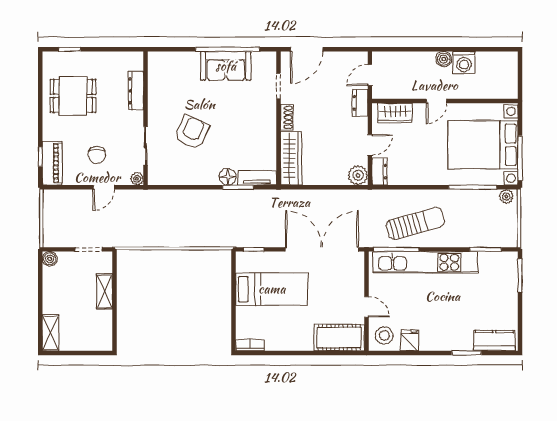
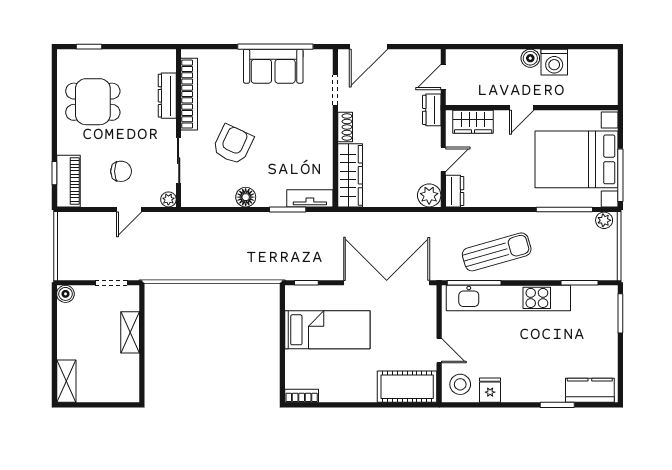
bookcase: (155, 89) -> (189, 94), added
chair: (97, 155) -> (121, 171), turned -90
floor lamp: (228, 177) -> (246, 197), moved

